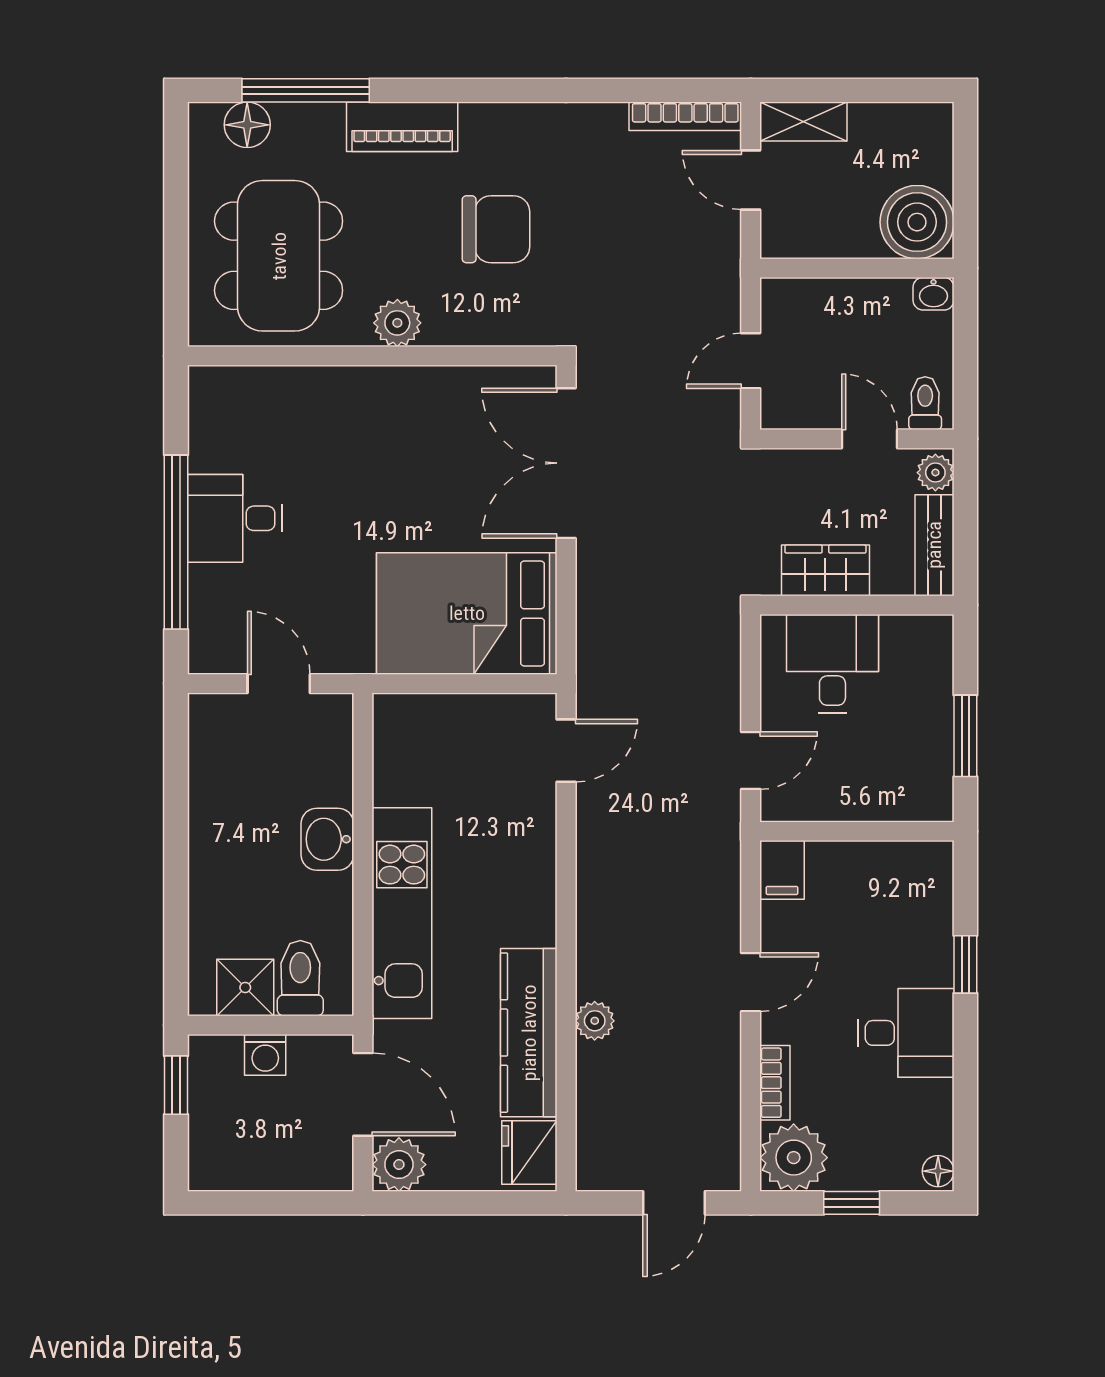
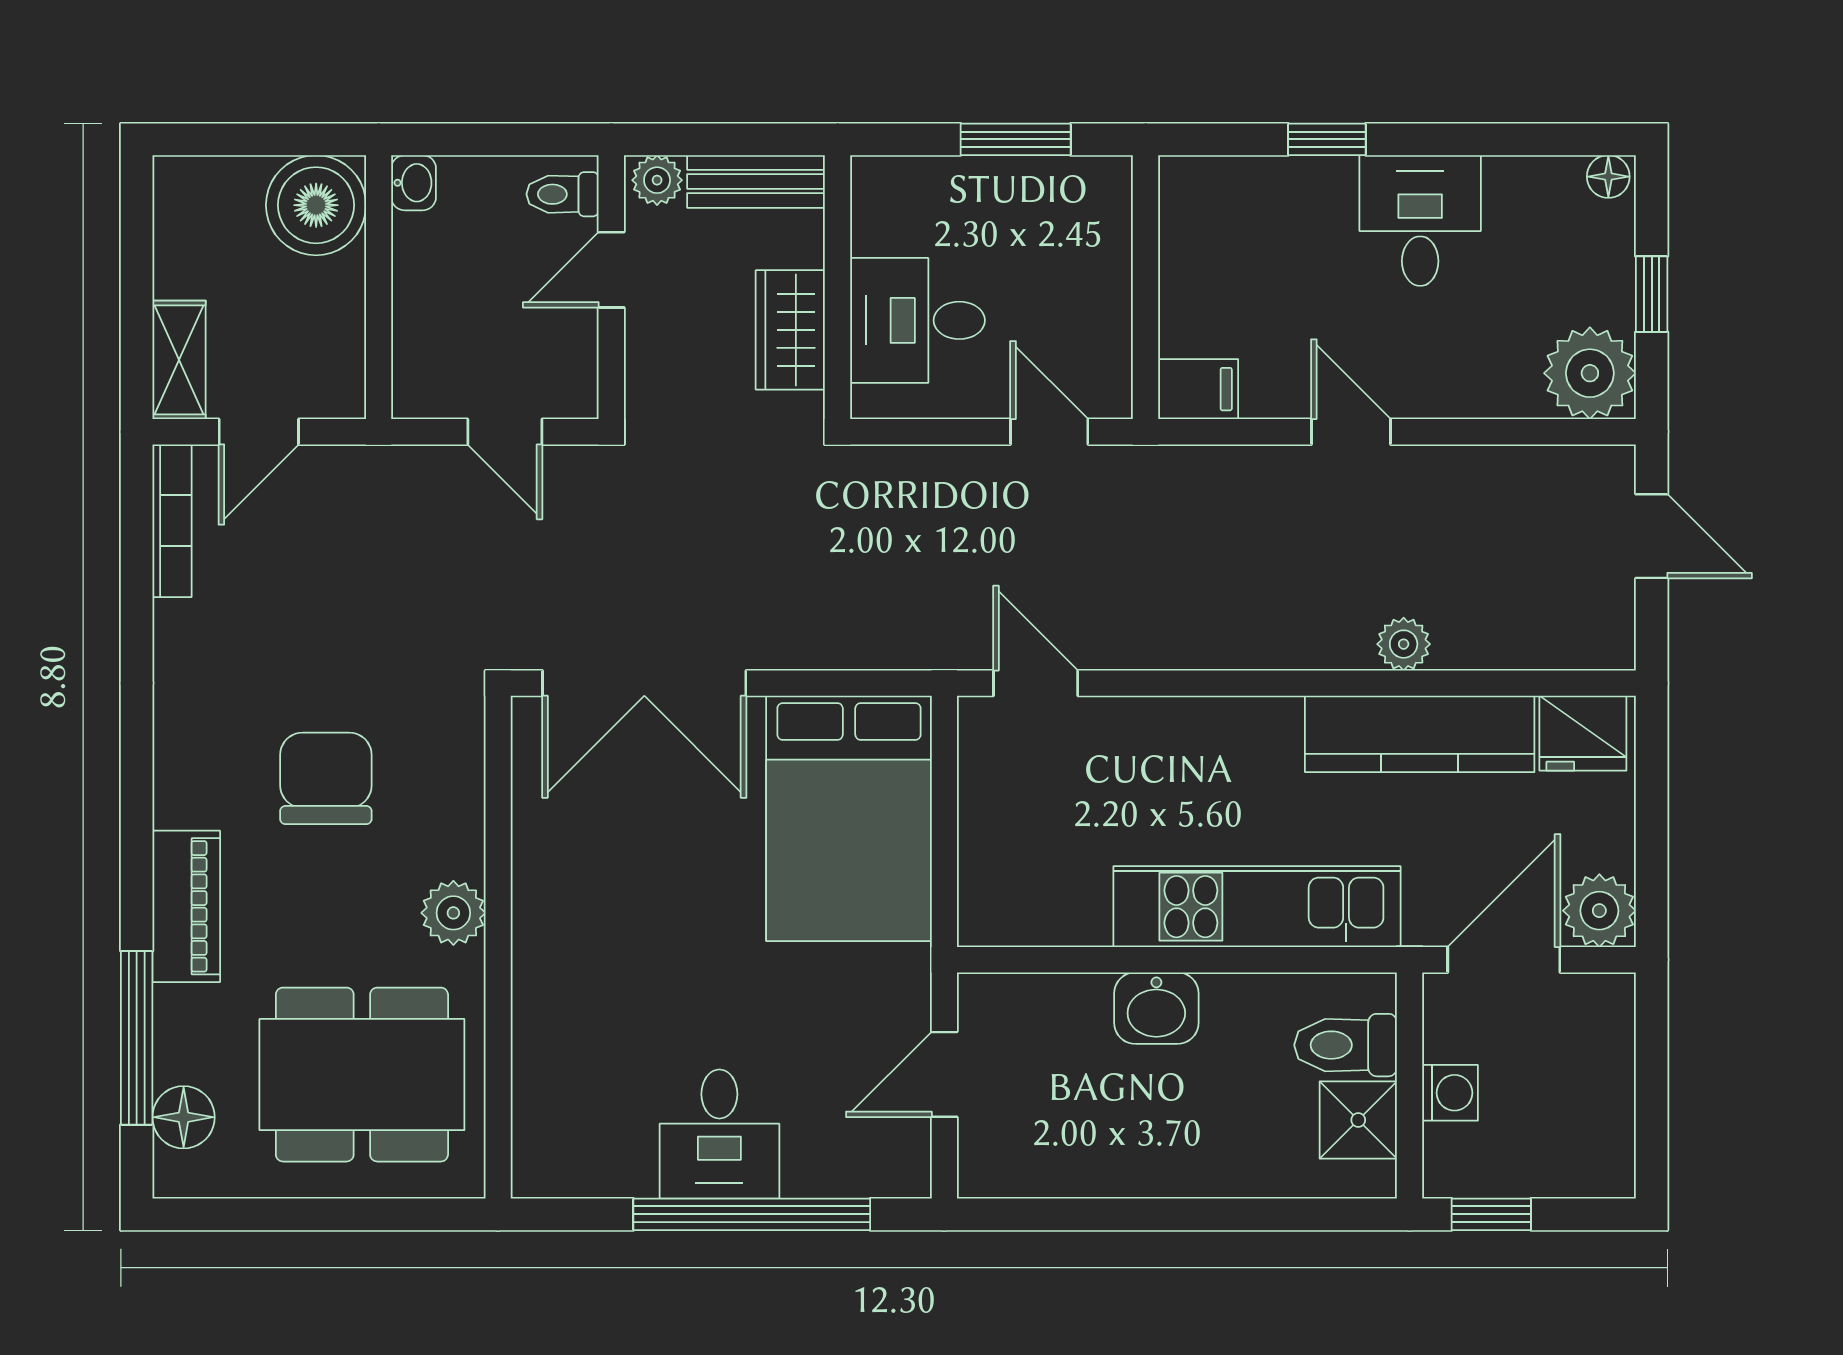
bookcase: (775, 1083) -> (1488, 399), removed

